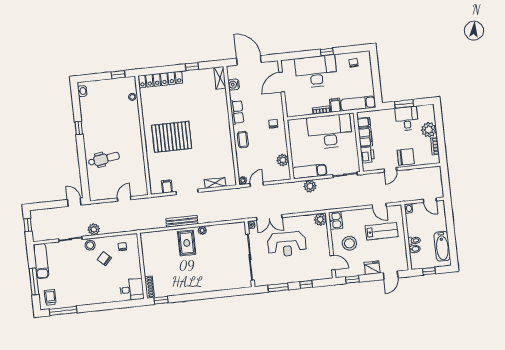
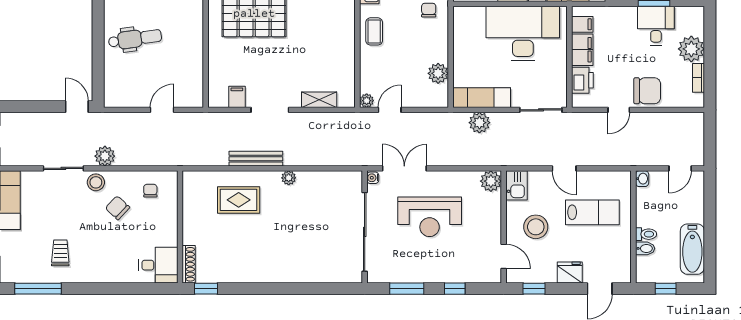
door: (430, 200) -> (680, 168), hinge flipped
door: (379, 206) -> (564, 168), moved
double door: (269, 218) -> (404, 168), swing flipped
rug: (187, 243) -> (239, 200), moved, turned 90
trolley: (50, 297) -> (60, 253), moved

